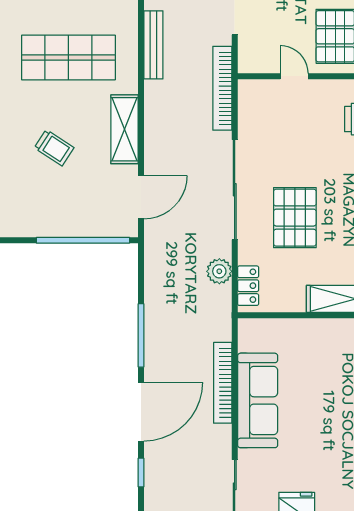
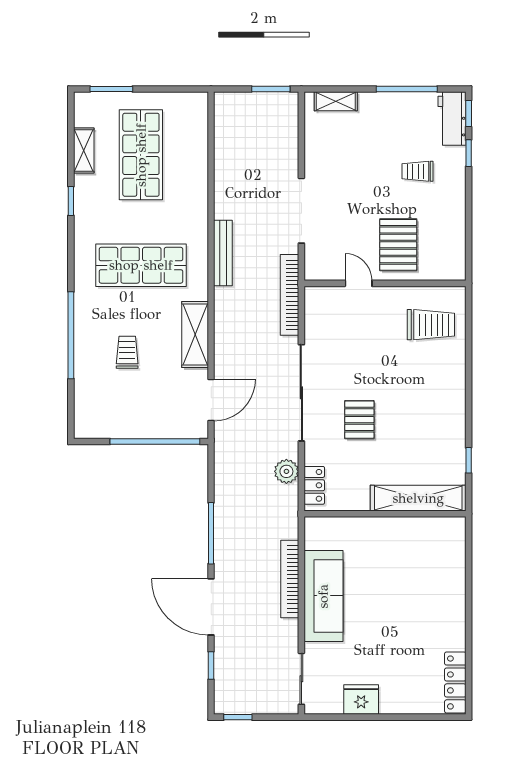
trolley: (54, 148) -> (127, 352), turned -123
pallet: (295, 218) -> (359, 420), width x0.67, depth x0.71
door: (141, 412) -> (211, 607), swing flipped

